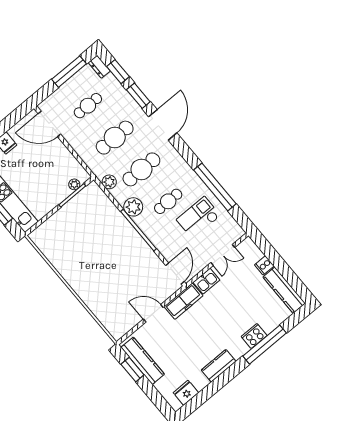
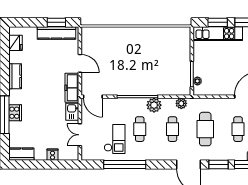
cafe table: (141, 169) -> (172, 129), width x0.73, depth x0.74
kitchen counter: (284, 290) -> (21, 154), width x0.67
door: (153, 313) -> (80, 63), hinge flipped

